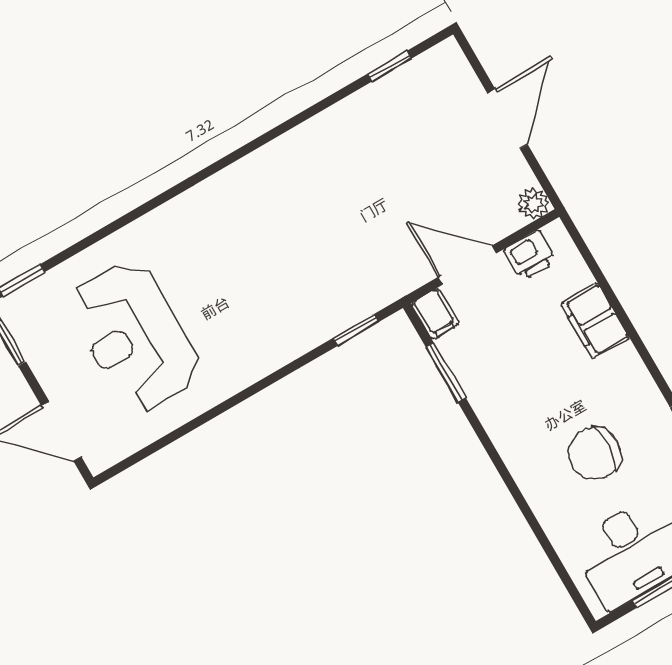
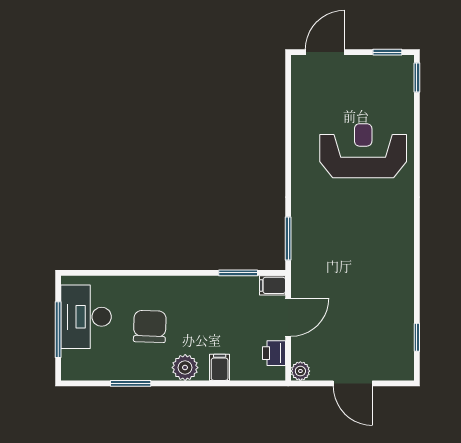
filing cabinet: (595, 321) -> (220, 367), width x0.50
window: (356, 330) -> (288, 239), width x1.50
reception desk: (135, 337) -> (363, 151), moved
plant: (624, 370) -> (185, 368), added

